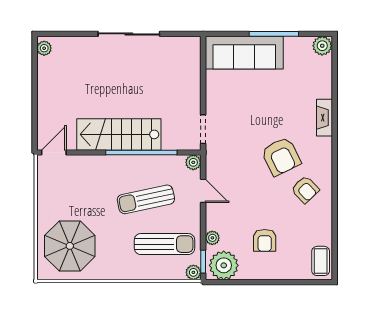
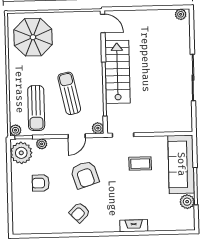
plant: (322, 46) -> (187, 202), moved
armchair: (281, 156) -> (85, 175), moved, turned -82
coffee table: (321, 261) -> (140, 164), moved

